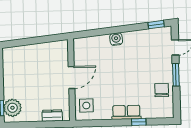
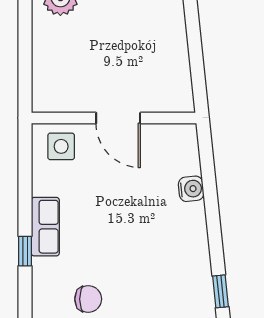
water cooler: (116, 39) -> (191, 189), moved
dresser: (52, 116) -> (43, 77), removed

